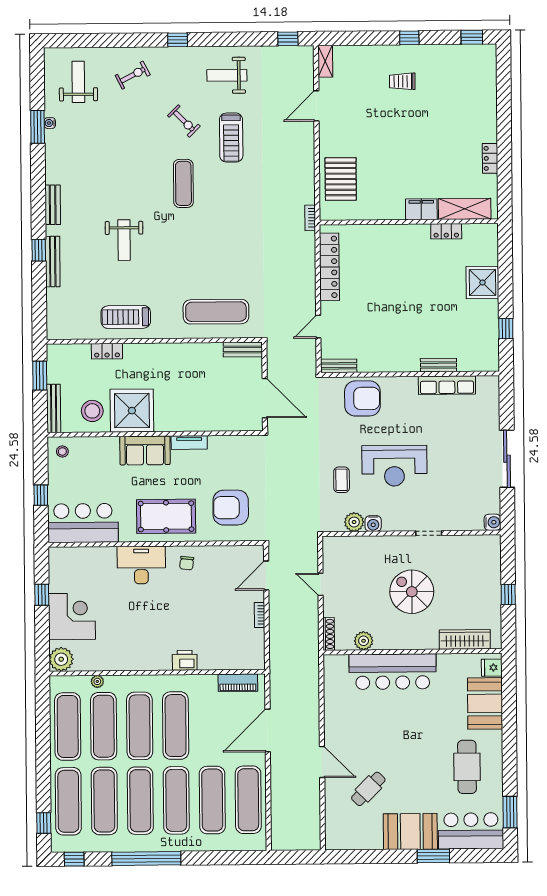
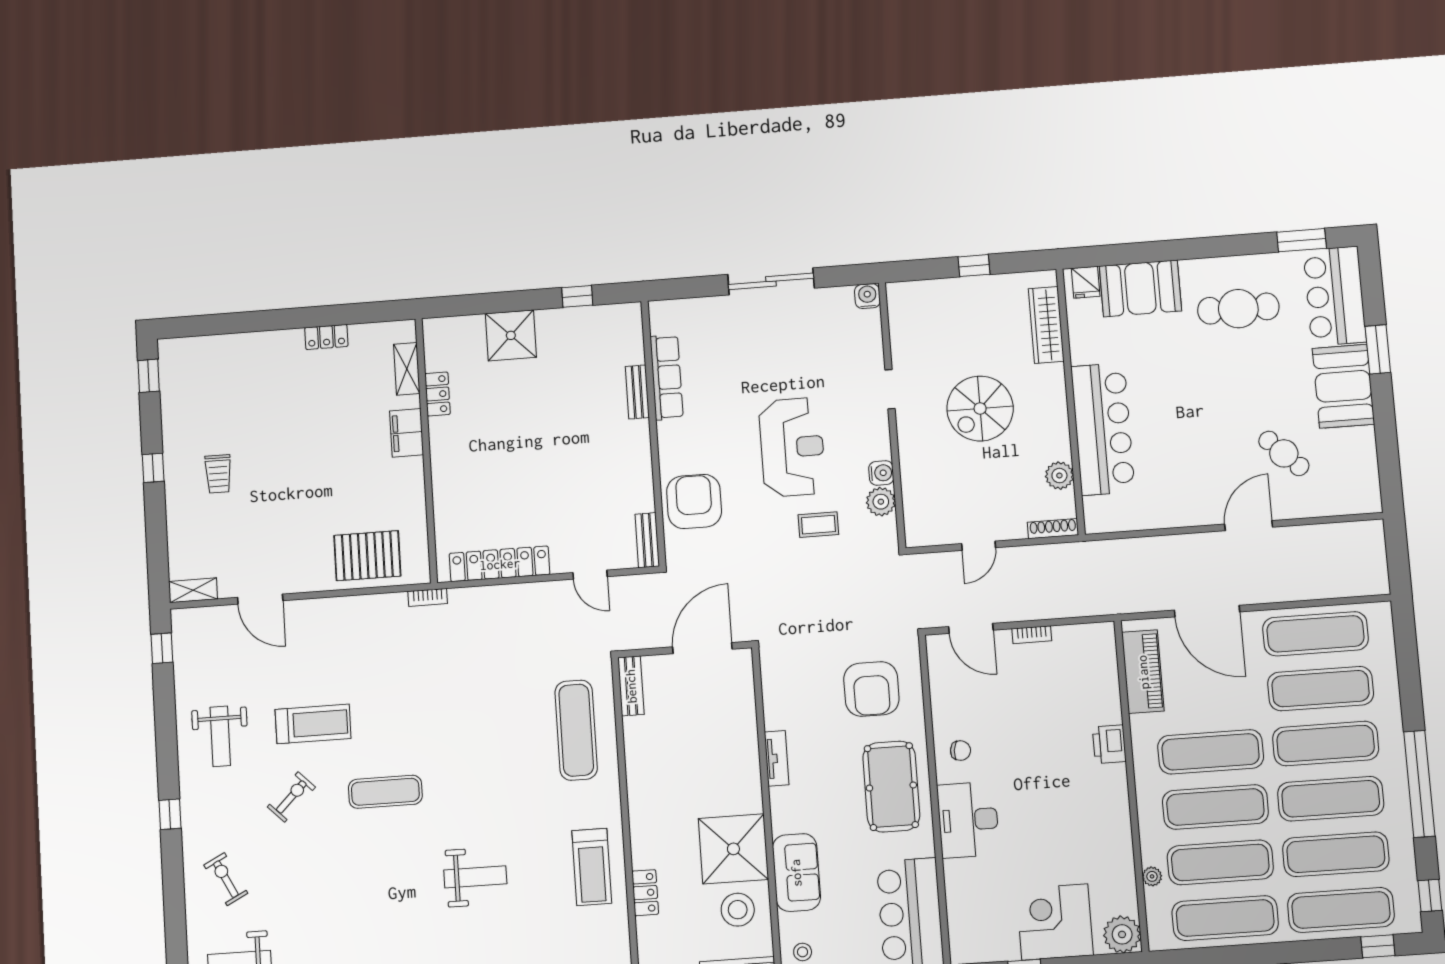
shelving: (465, 209) -> (407, 369), width x0.67, depth x0.75
sofa: (145, 450) -> (796, 873), moved
piano: (238, 683) -> (1143, 672), width x1.37, depth x1.33

